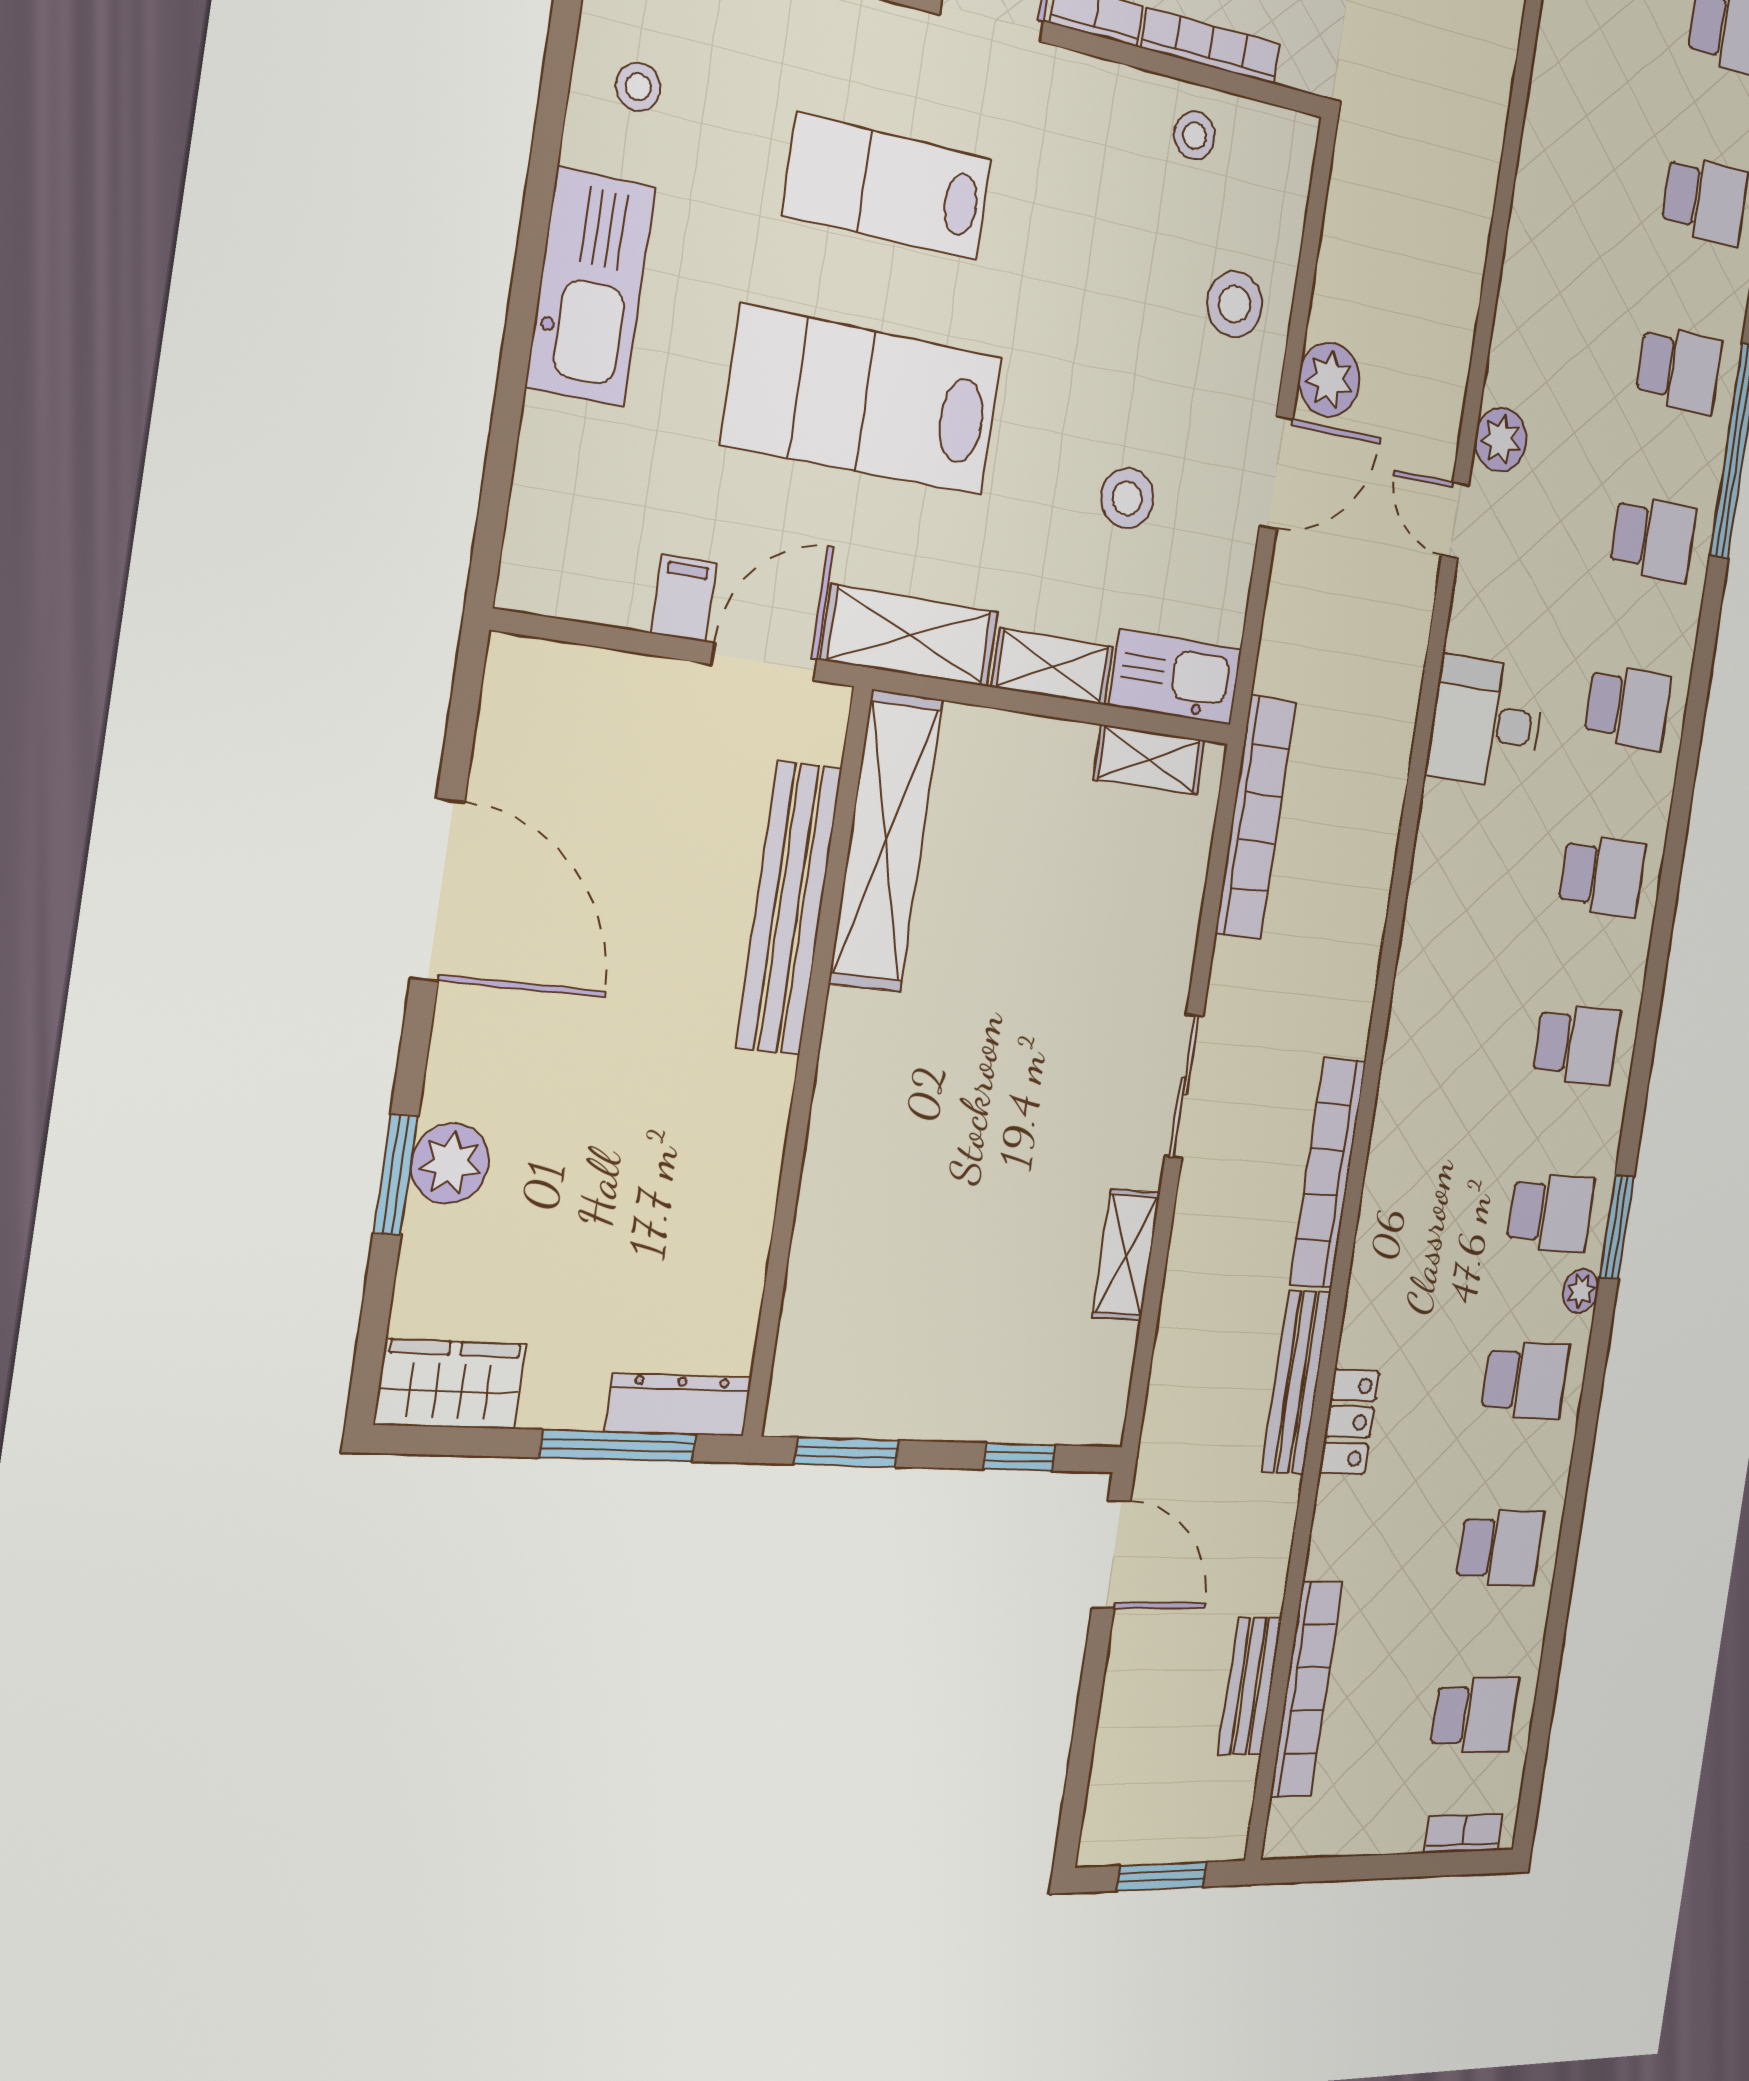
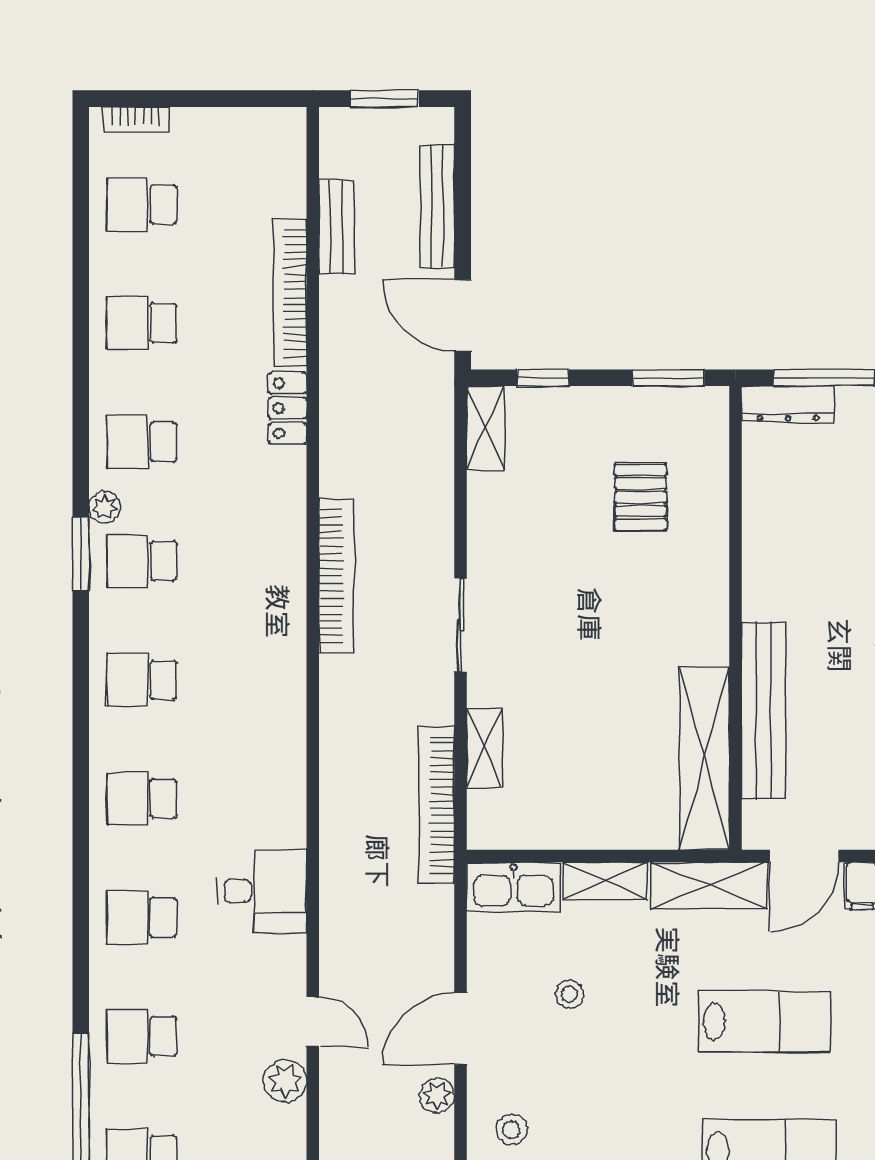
stool: (1235, 304) -> (511, 1130), width x0.73, depth x0.73
plant: (1329, 379) -> (437, 1095), width x0.73, depth x0.73
lab bench: (863, 401) -> (764, 1021), width x0.73, depth x0.72
stool: (1127, 498) -> (569, 994), width x0.73, depth x0.73
shelving: (1149, 760) -> (484, 748), moved, turned 90
shelving: (1126, 1255) -> (486, 428), moved
pallet: (914, 1265) -> (641, 497), added
bench: (1296, 1382) -> (437, 206), moved
bookcase: (1306, 1689) -> (290, 293), moved

